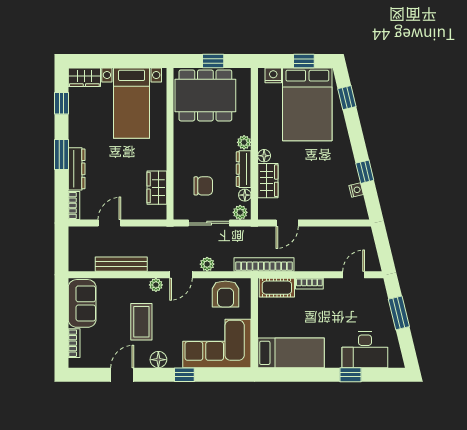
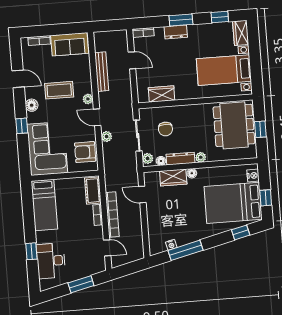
dresser: (77, 169) -> (176, 32), width x0.70
window: (365, 172) -> (186, 250), width x2.17
bookcase: (264, 265) -> (112, 214), moved

